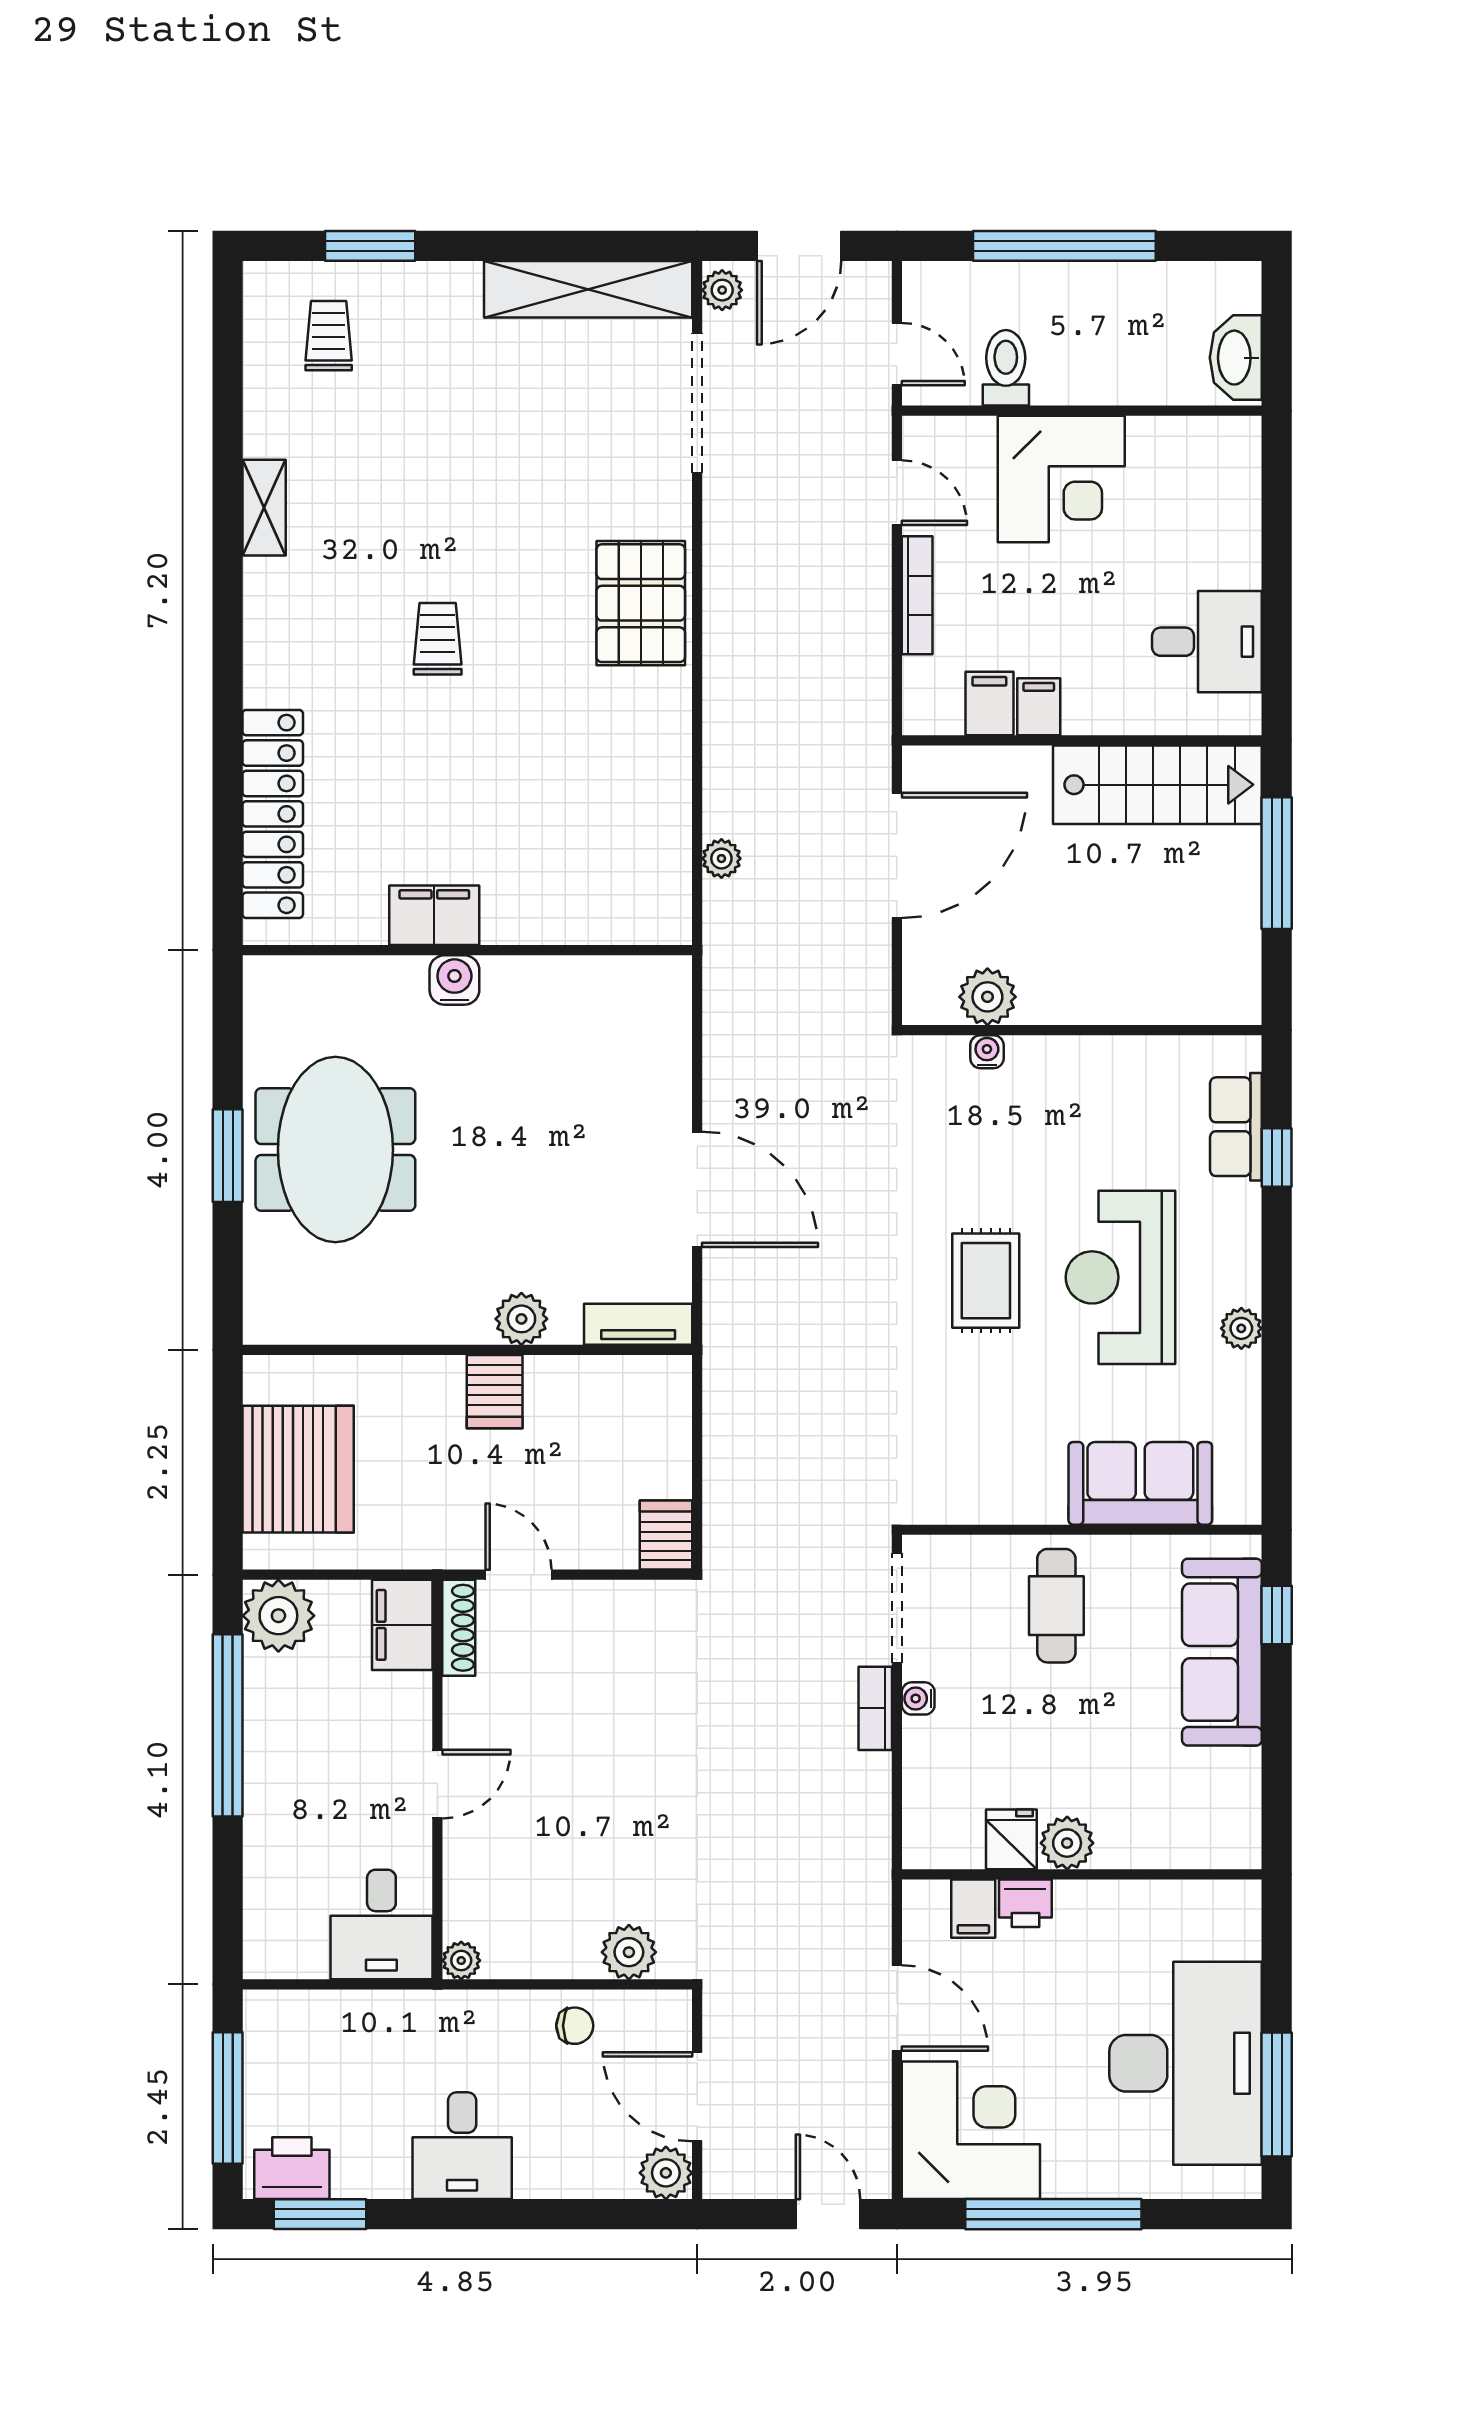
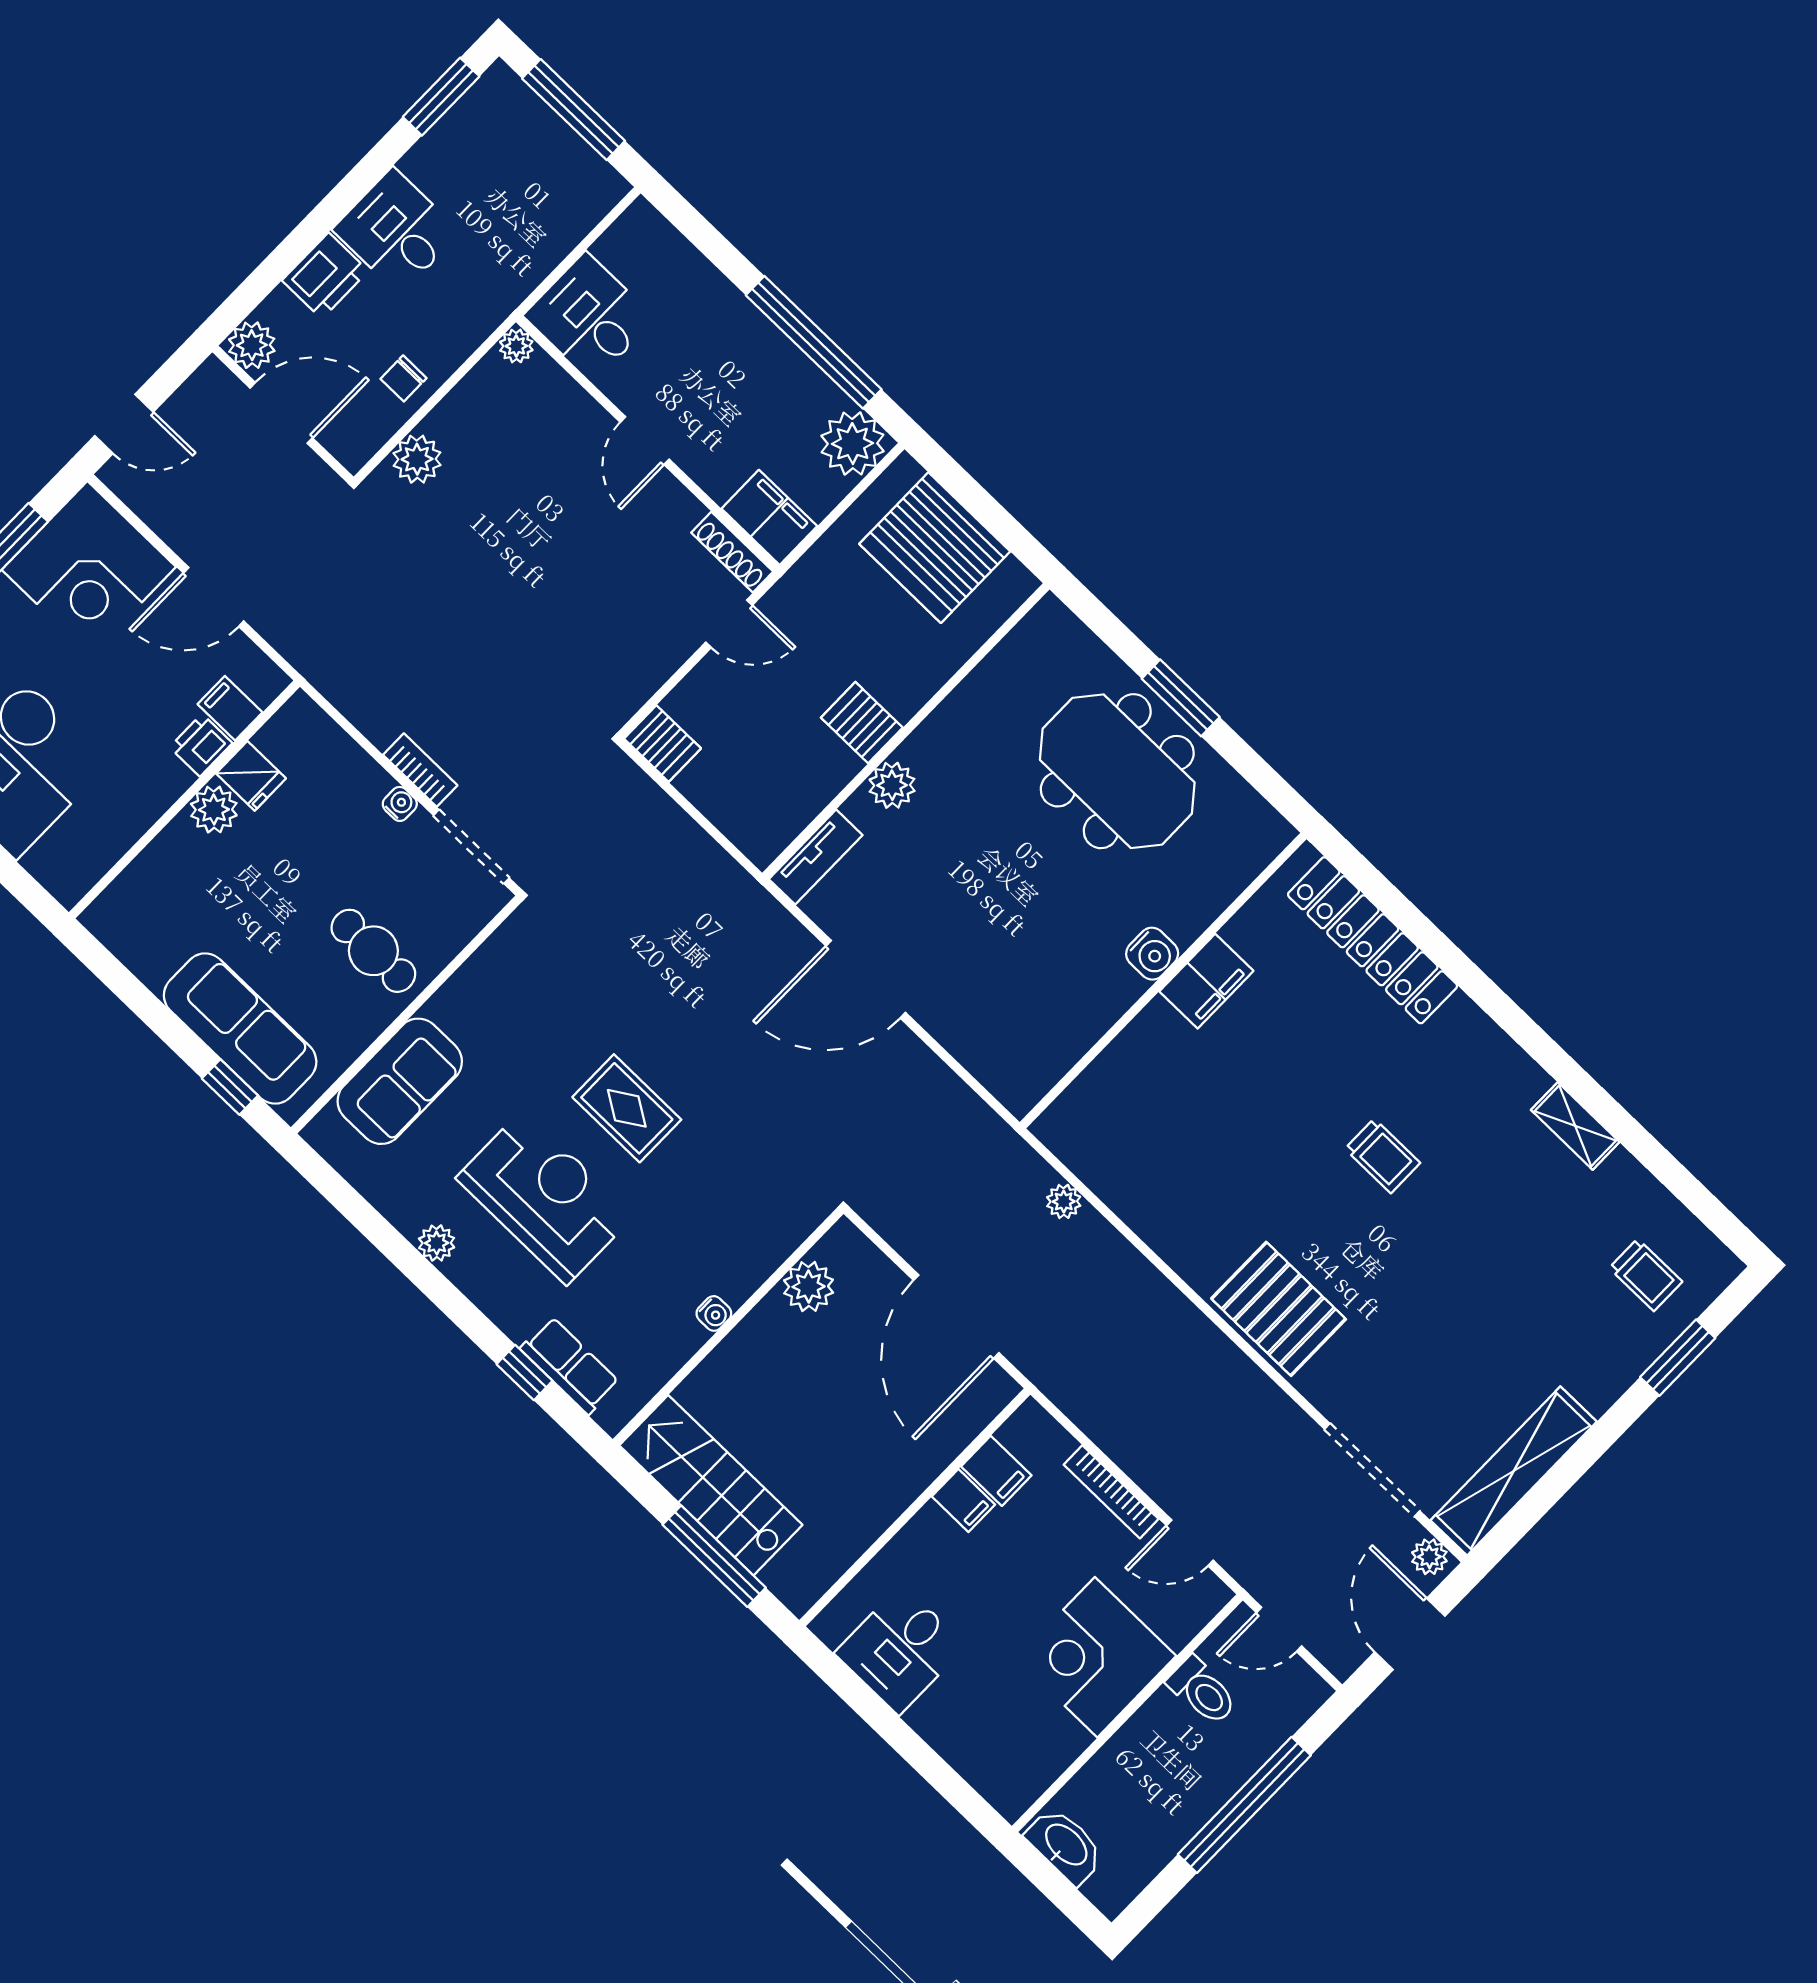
stairs: (1157, 785) -> (711, 1485), moved, turned 90
water cooler: (987, 1052) -> (714, 1313), moved
printer: (292, 2168) -> (325, 276), moved

